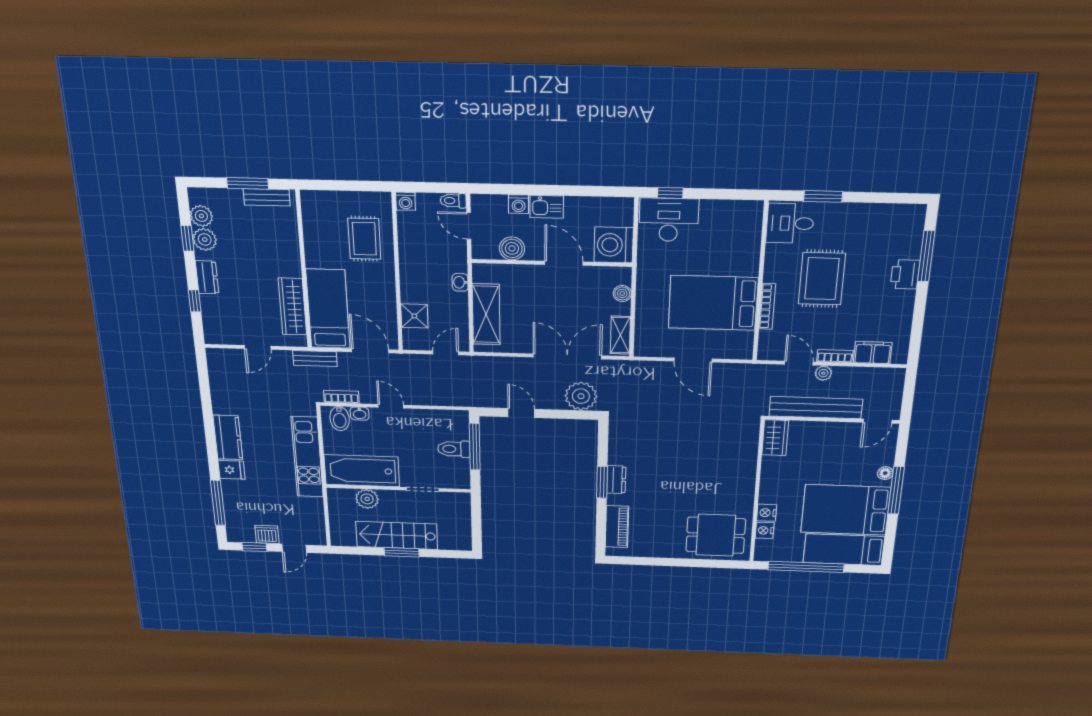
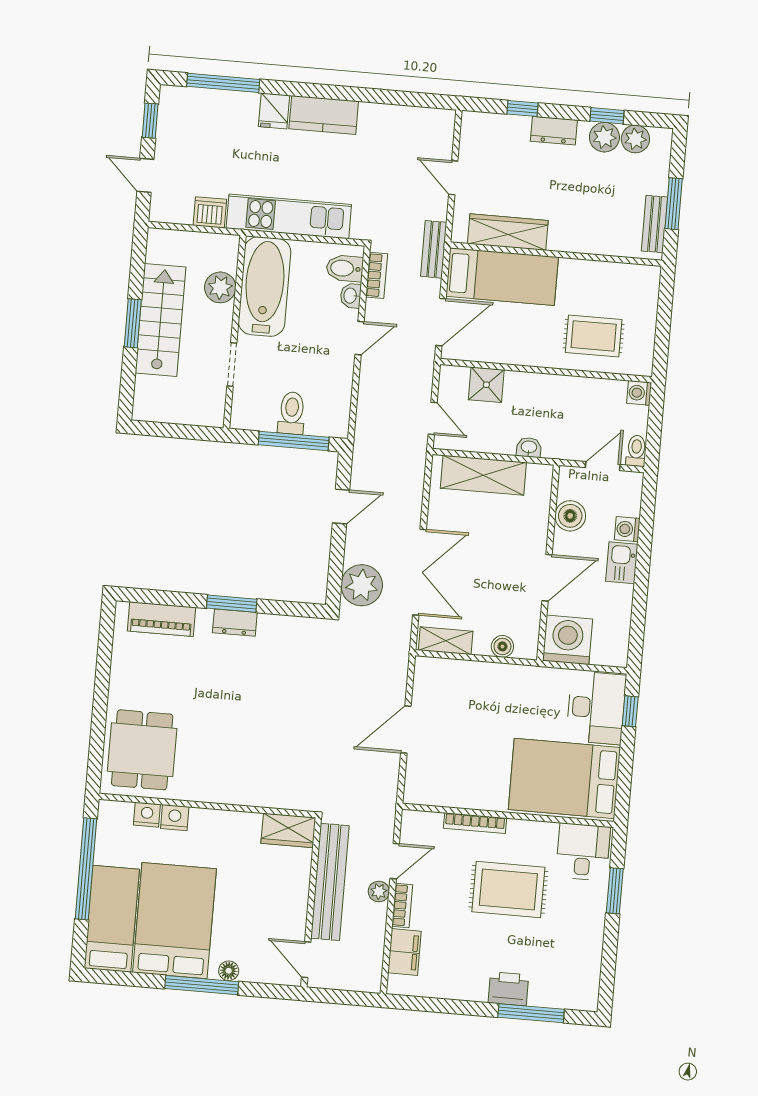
bed: (713, 303) -> (564, 779), moved, turned -90
dishwasher: (267, 534) -> (210, 212), moved, turned -90

